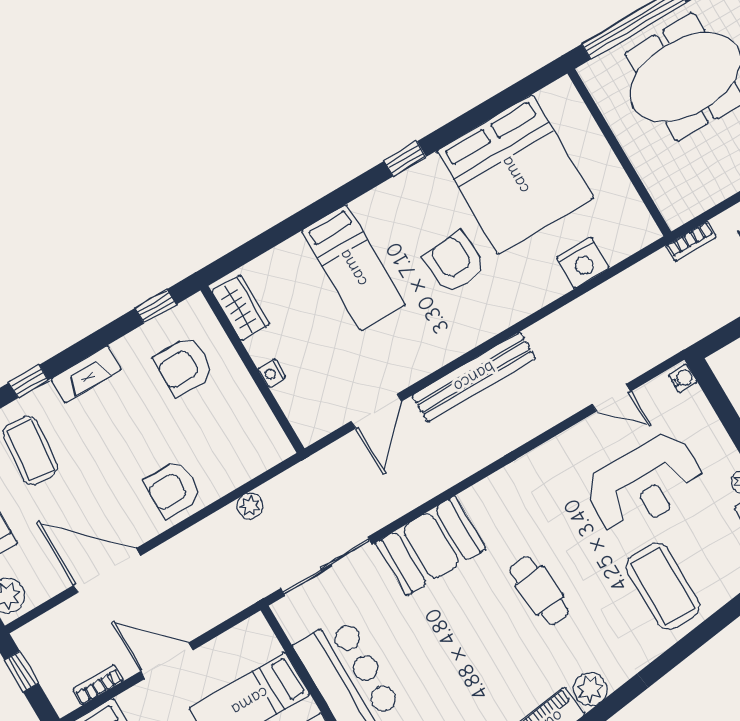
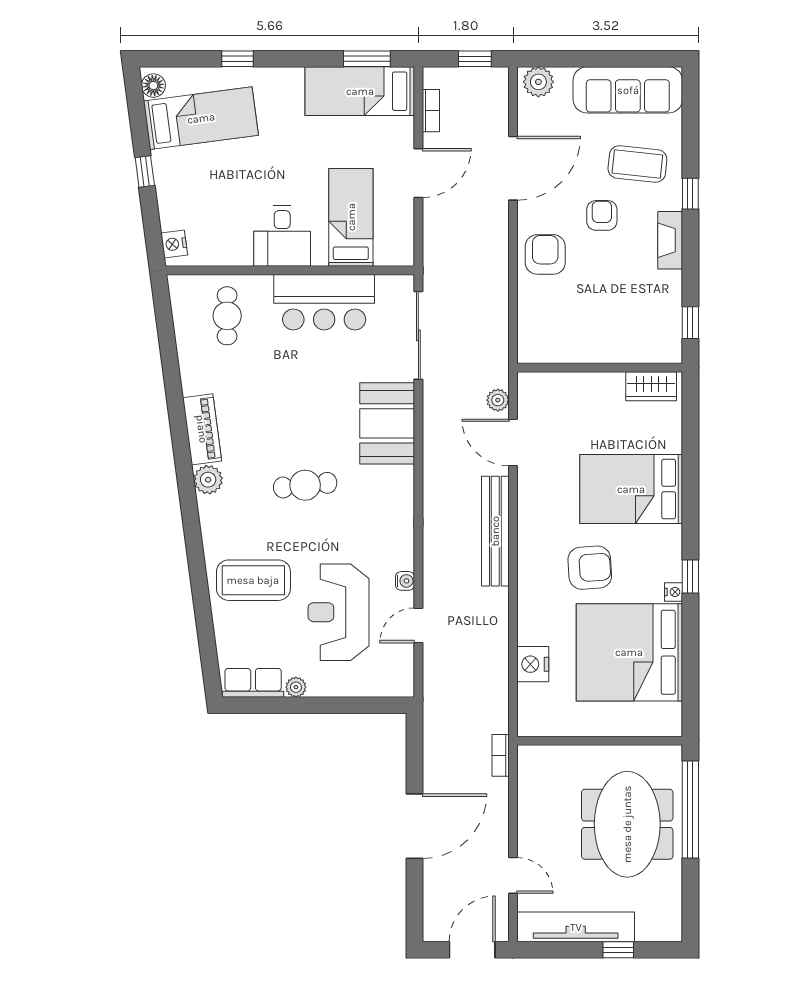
bed: (353, 268) -> (631, 489), width x1.50
armchair: (184, 366) -> (602, 215), moved, width x0.72, depth x0.72
nightstand: (272, 373) -> (674, 592), moved, turned 90
water cooler: (683, 378) -> (405, 581), moved, turned -90
plant: (250, 506) -> (498, 400), moved

